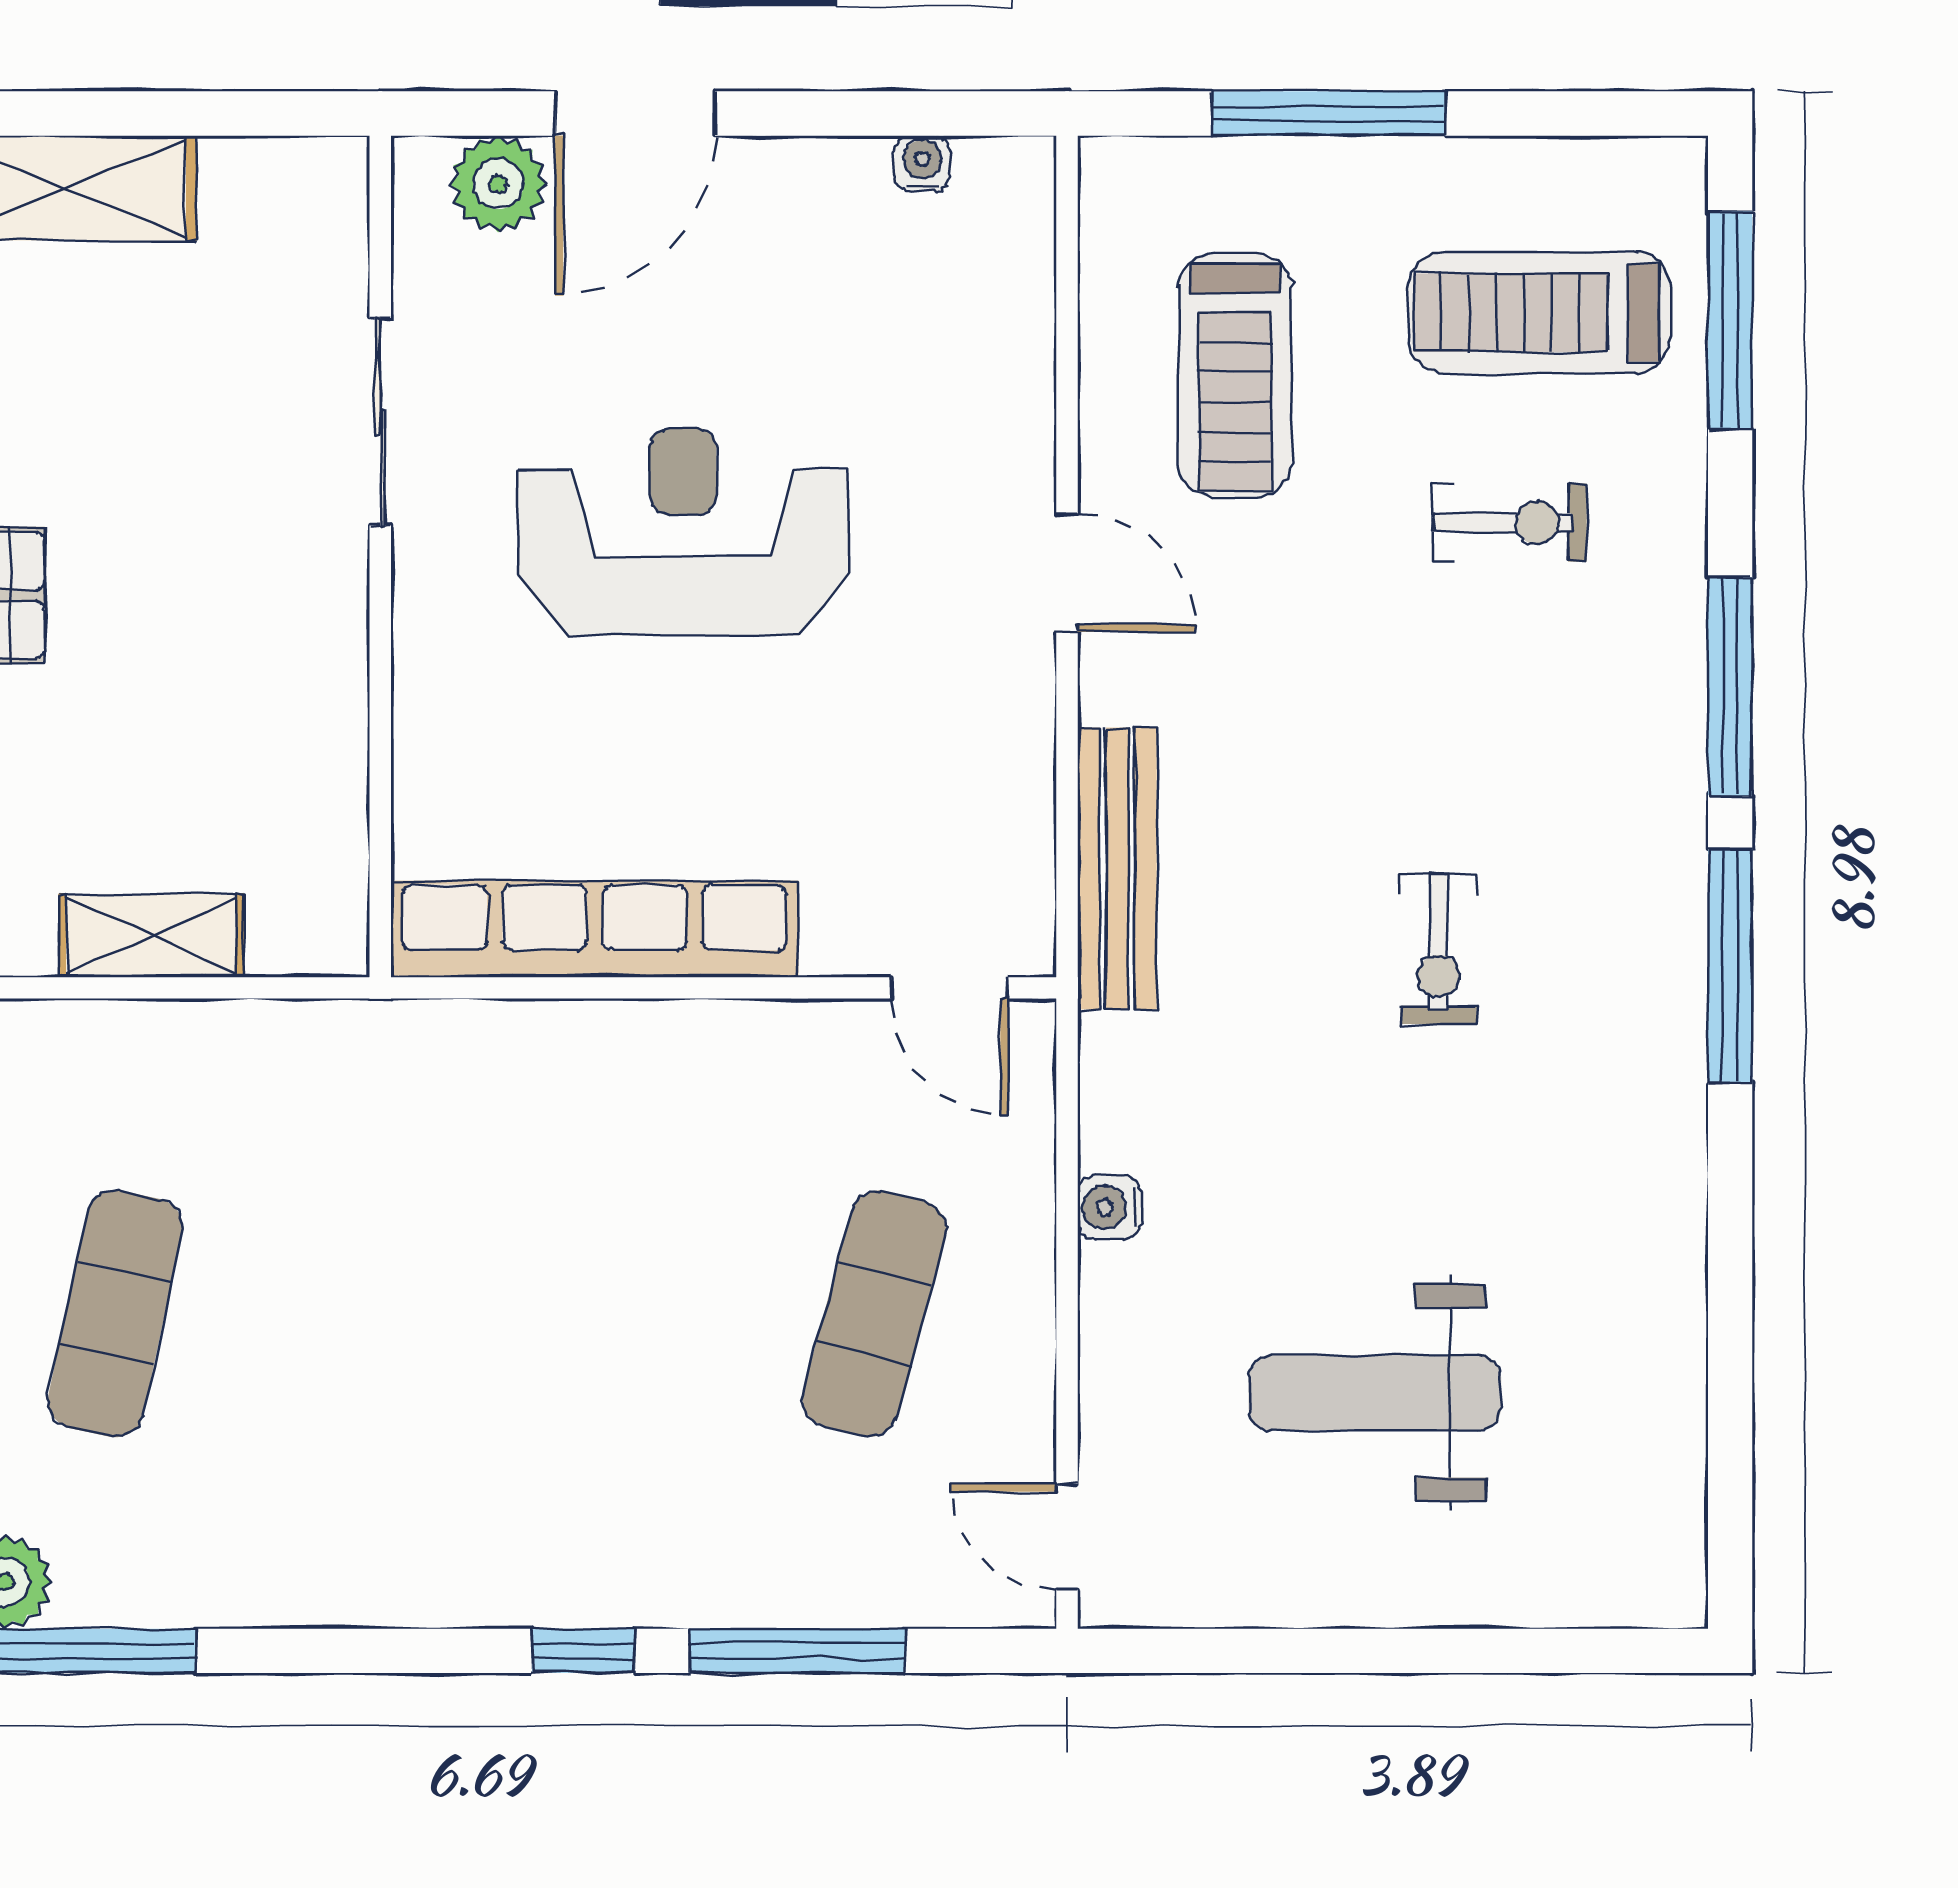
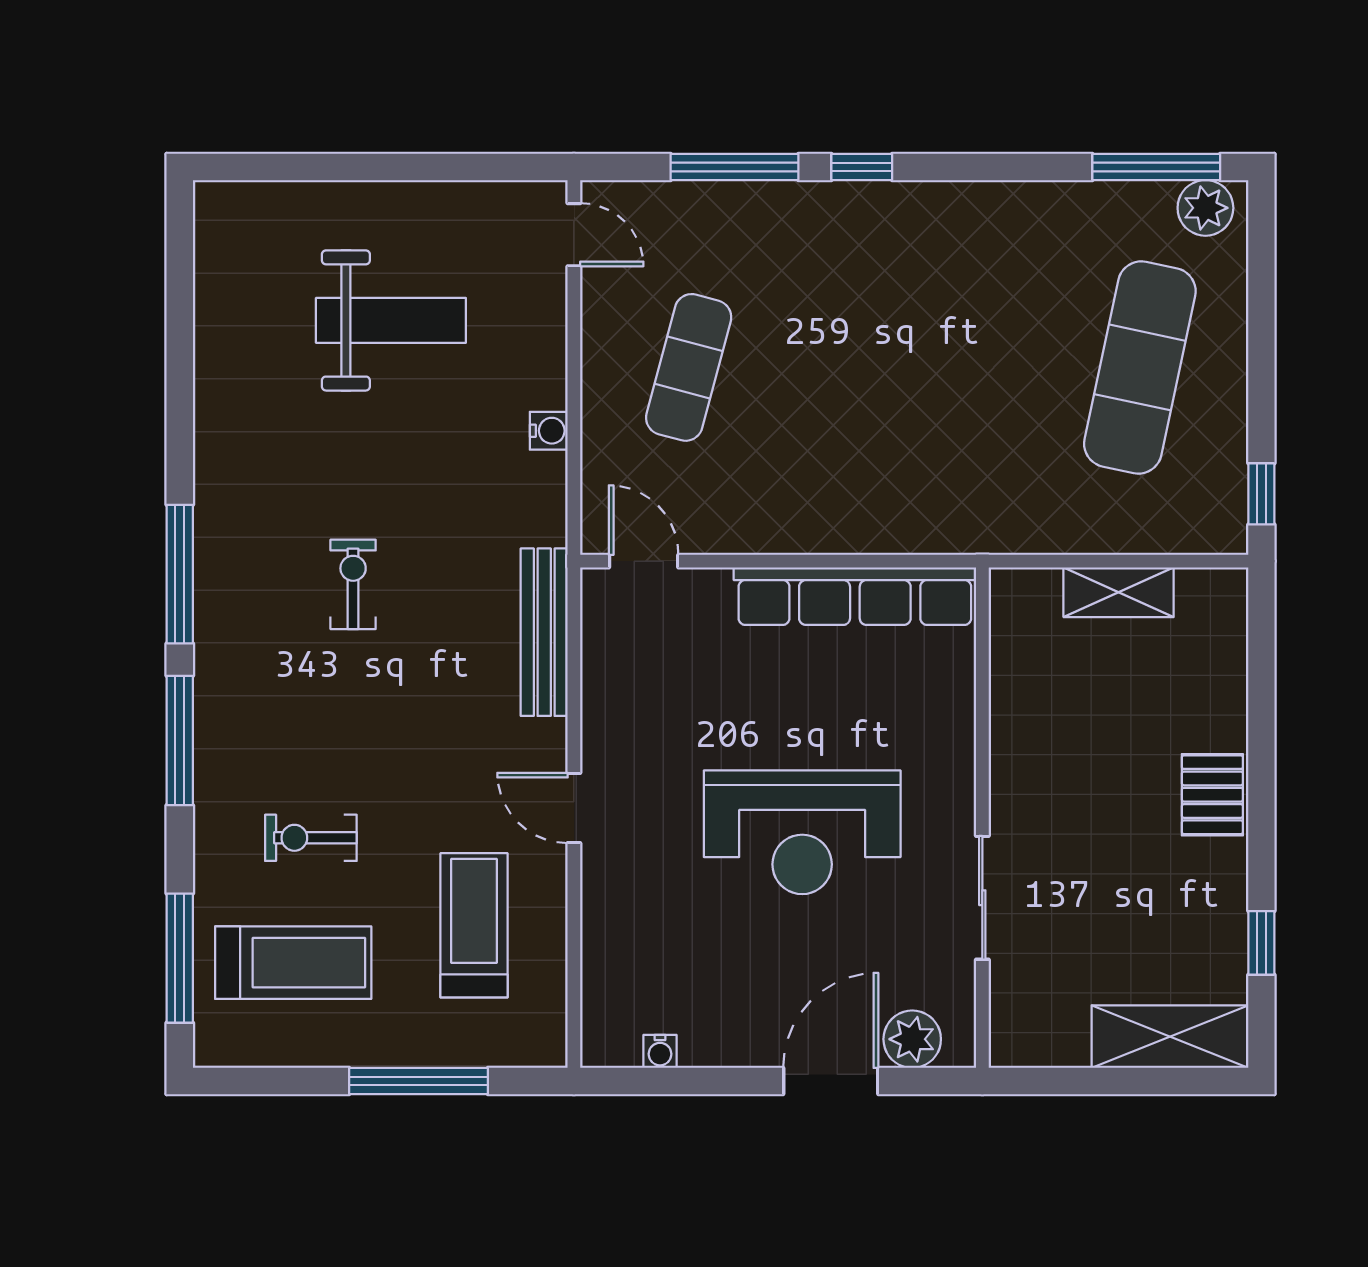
exercise mat: (115, 1314) -> (1140, 367), width x1.36, depth x1.45

